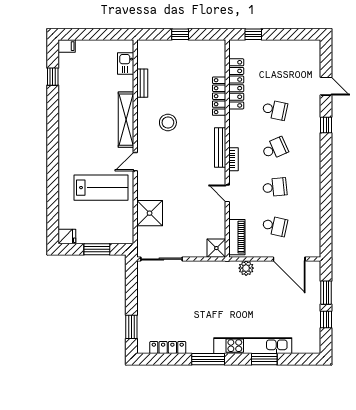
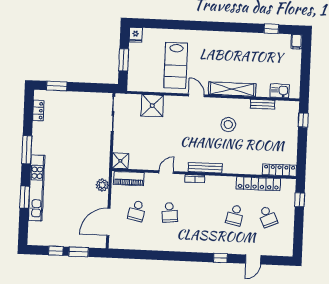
window: (180, 34) -> (303, 120), moved
locker: (219, 96) -> (279, 170), moved
school desk: (275, 149) -> (268, 217), moved
locker: (168, 348) -> (38, 111), width x0.66

